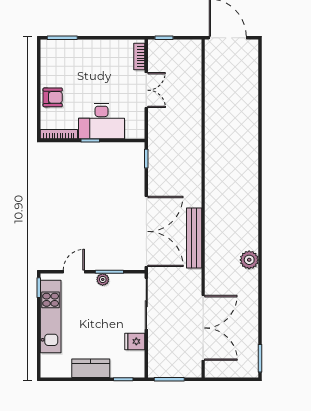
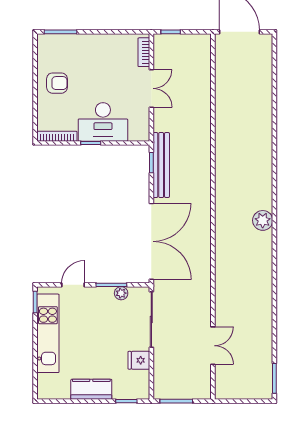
armchair: (53, 97) -> (57, 83), moved
bench: (194, 238) -> (161, 165), moved
plant: (249, 260) -> (263, 220), moved
plant: (103, 279) -> (121, 293), moved
double door: (203, 328) -> (213, 346), width x0.54

